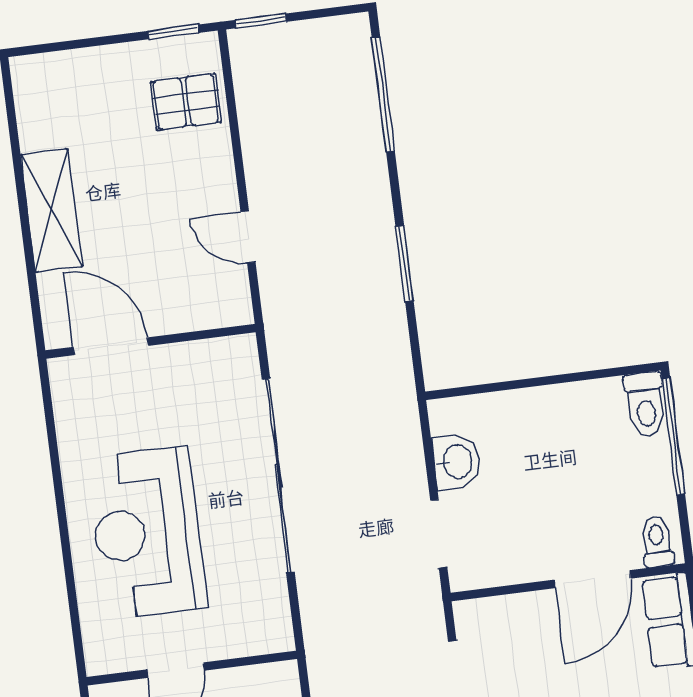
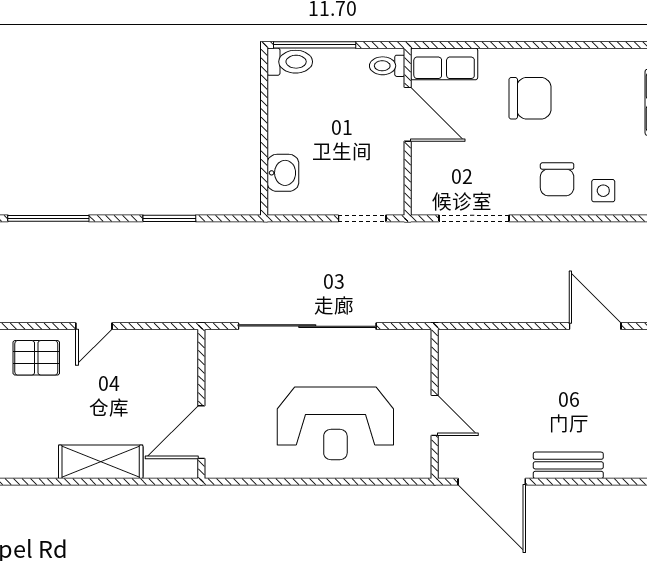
pallet: (186, 102) -> (36, 358), turned 90
door: (248, 237) -> (94, 326), moved
washbasin: (456, 462) -> (283, 173), moved, turned 90

